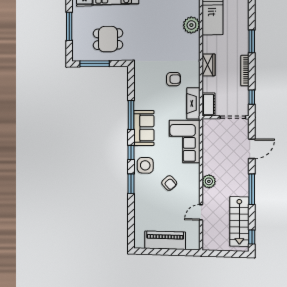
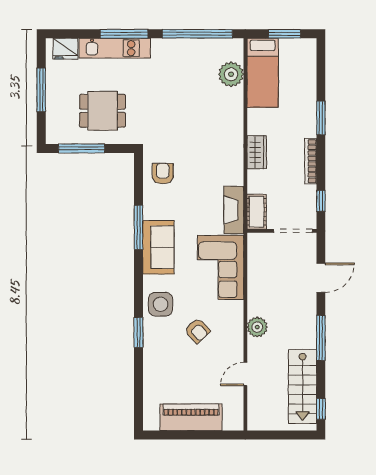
plant: (191, 25) -> (231, 74), moved
armchair: (173, 79) -> (163, 174), moved, turned -90
window: (131, 152) -> (138, 285), removed

